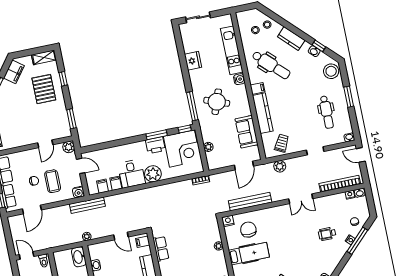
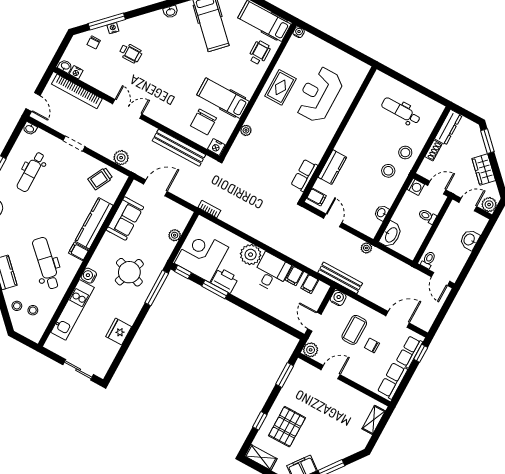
dental chair: (327, 112) -> (31, 172), turned 180

